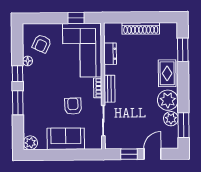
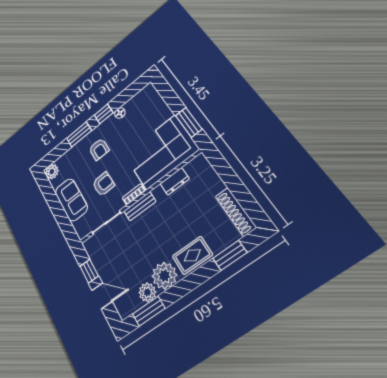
window: (76, 18) -> (189, 122), width x1.50
shoe rack: (141, 28) -> (236, 212), moved
armchair: (42, 44) -> (99, 149), moved, turned -115

